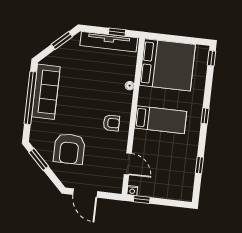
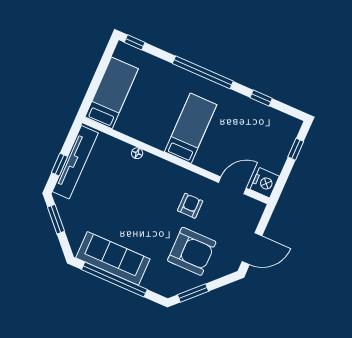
window: (117, 32) -> (59, 165), moved
bed: (167, 65) -> (112, 93), width x0.49
window: (205, 116) -> (203, 72), width x3.17
armchair: (111, 123) -> (190, 206), moved
nightstand: (132, 190) -> (265, 183), width x1.89, depth x1.79
window: (142, 200) -> (296, 149), moved

